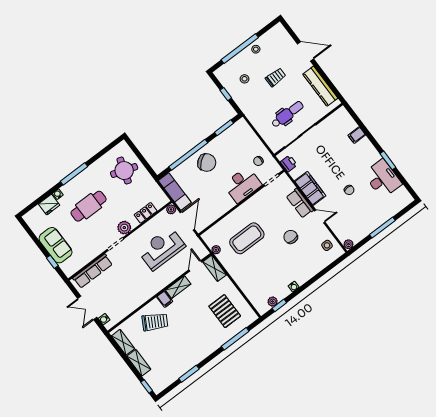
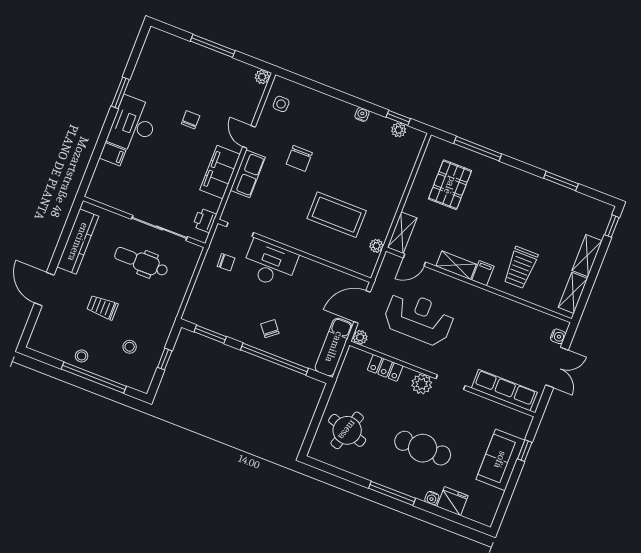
chair: (207, 163) -> (270, 329), width x0.54, depth x0.54
desk: (383, 179) -> (133, 125), moved
reception desk: (162, 248) -> (419, 318), turned 180
trolley: (155, 322) -> (520, 268), turned -119

